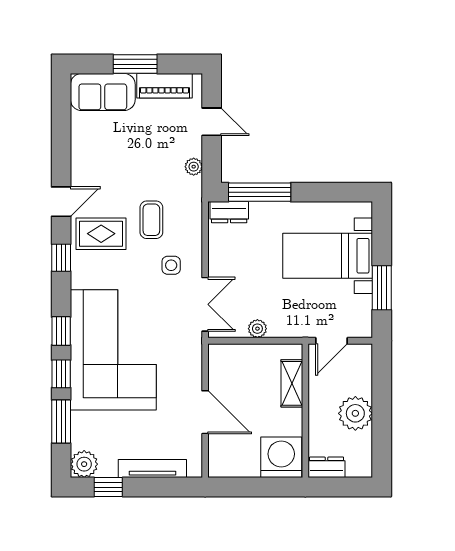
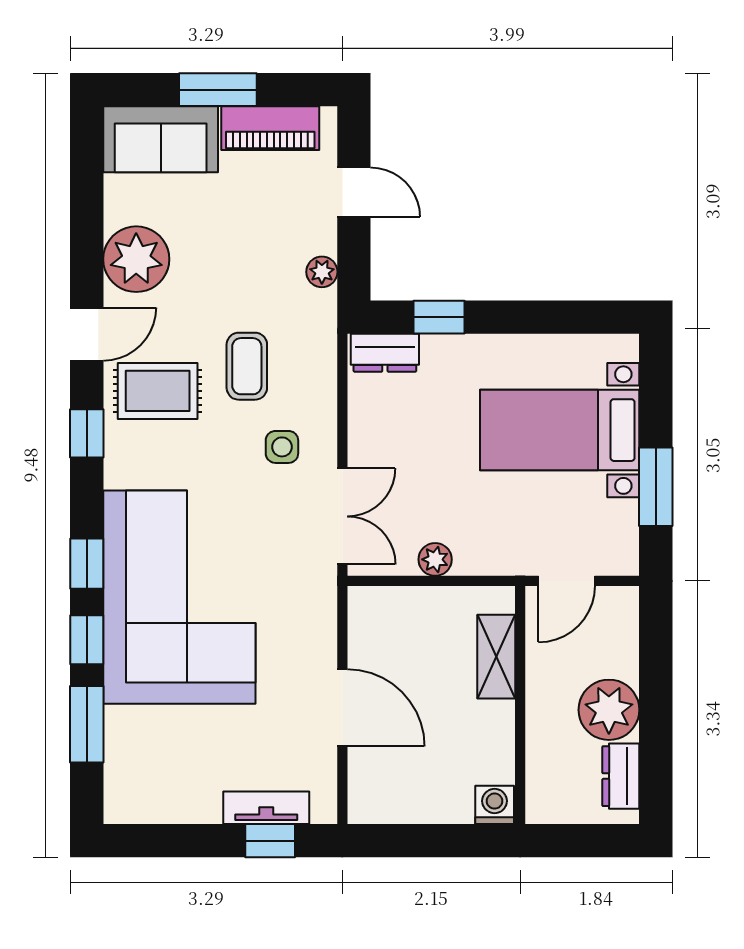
window: (260, 192) -> (439, 317), width x0.46
washing machine: (281, 457) -> (495, 805), width x0.53, depth x0.53
plant: (84, 464) -> (136, 259), moved, width x1.36, depth x1.36
dresser: (327, 467) -> (621, 776), moved, turned -90
tv unit: (152, 468) -> (266, 808), width x0.71
window: (108, 487) -> (270, 841), moved

